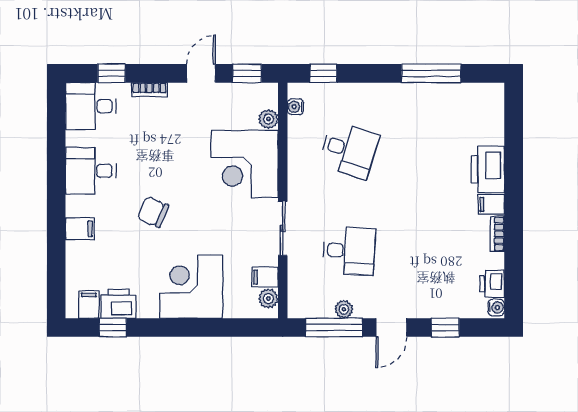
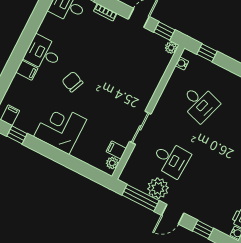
plant: (268, 119) -> (171, 48), moved
corner desk: (245, 164) -> (137, 81), removed
desk: (91, 171) -> (43, 53), moved
corner desk: (191, 287) -> (60, 128), moved
printer: (118, 304) -> (27, 123), removed
plant: (344, 309) -> (158, 188), width x1.88, depth x1.88

